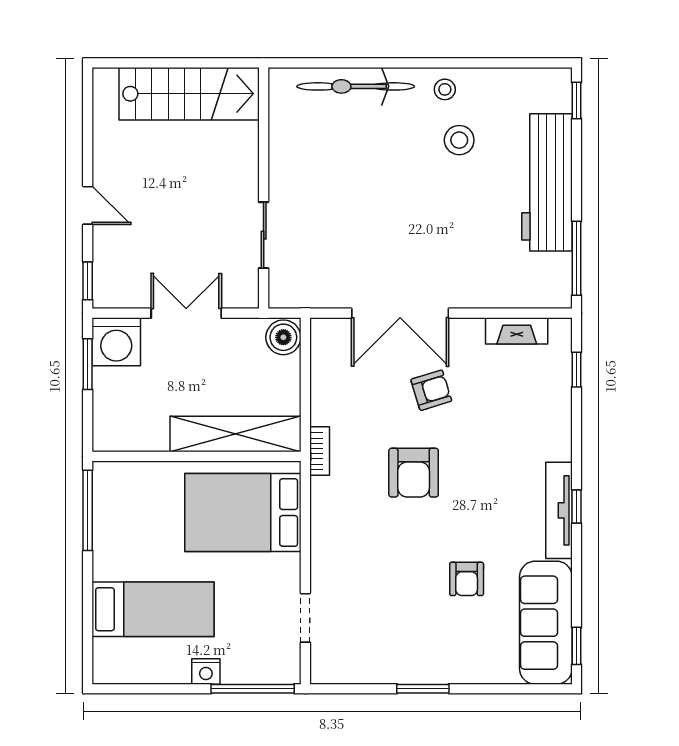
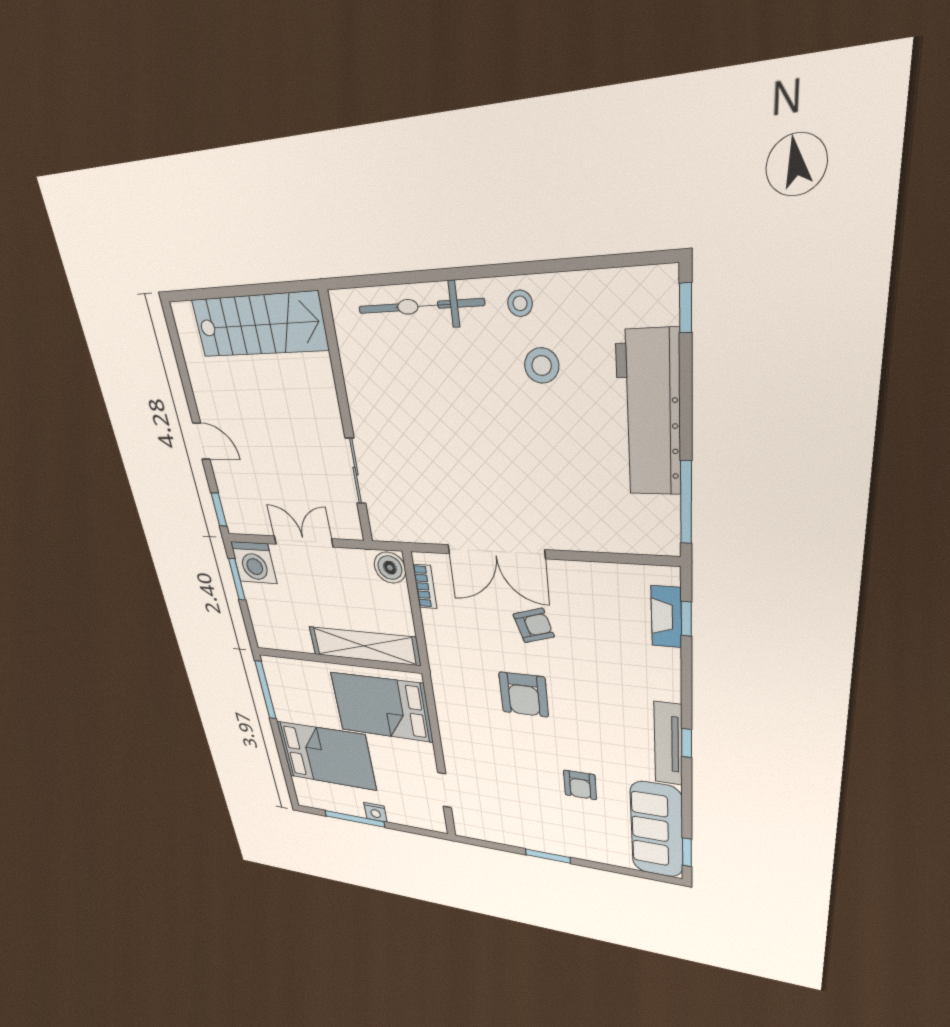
fireplace: (517, 331) -> (666, 617), moved, turned 90
bookcase: (320, 451) -> (425, 587), moved
bed: (153, 609) -> (326, 756), width x1.50
window: (253, 689) -> (355, 819), moved

